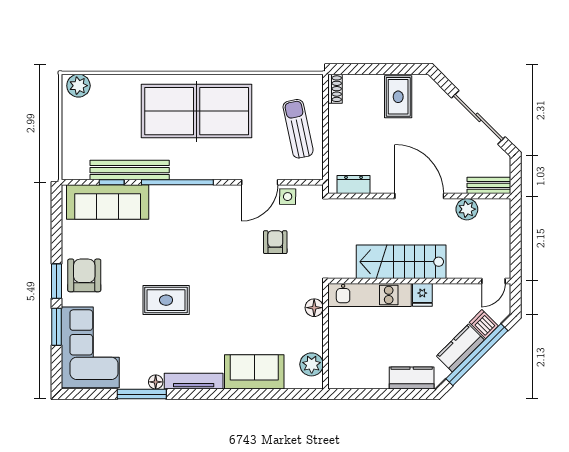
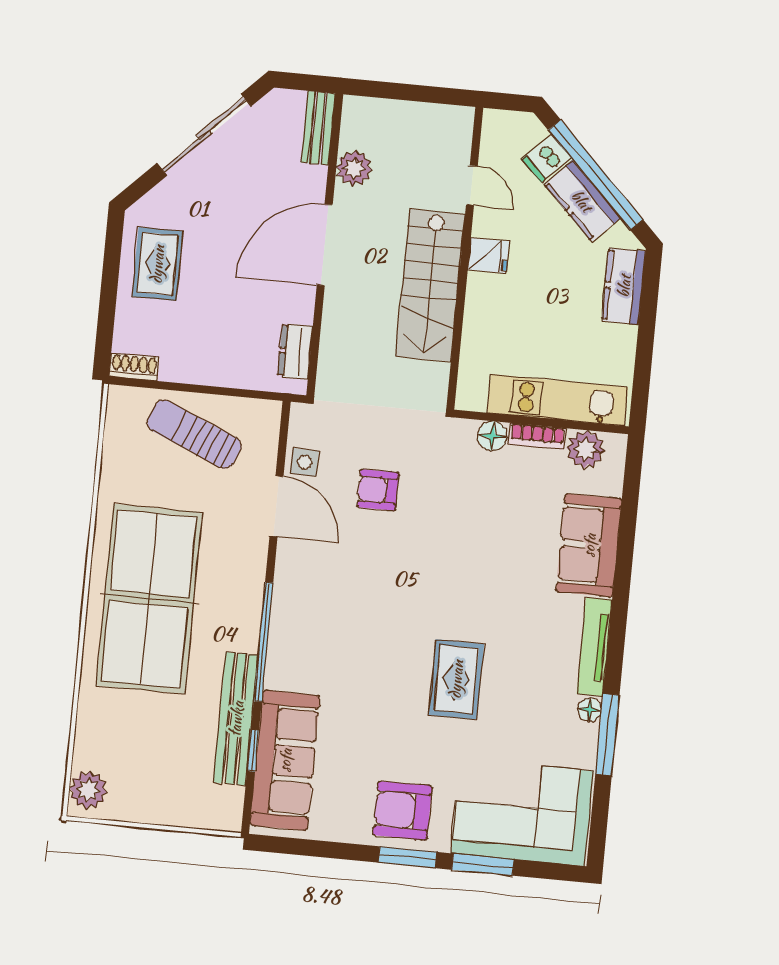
rug: (398, 97) -> (157, 264), turned 90
sun lounger: (298, 129) -> (194, 434), turned 35
door: (493, 281) -> (472, 185), moved
kitchen unit: (370, 295) -> (558, 400), moved, turned -90
bookcase: (317, 335) -> (537, 436), added

